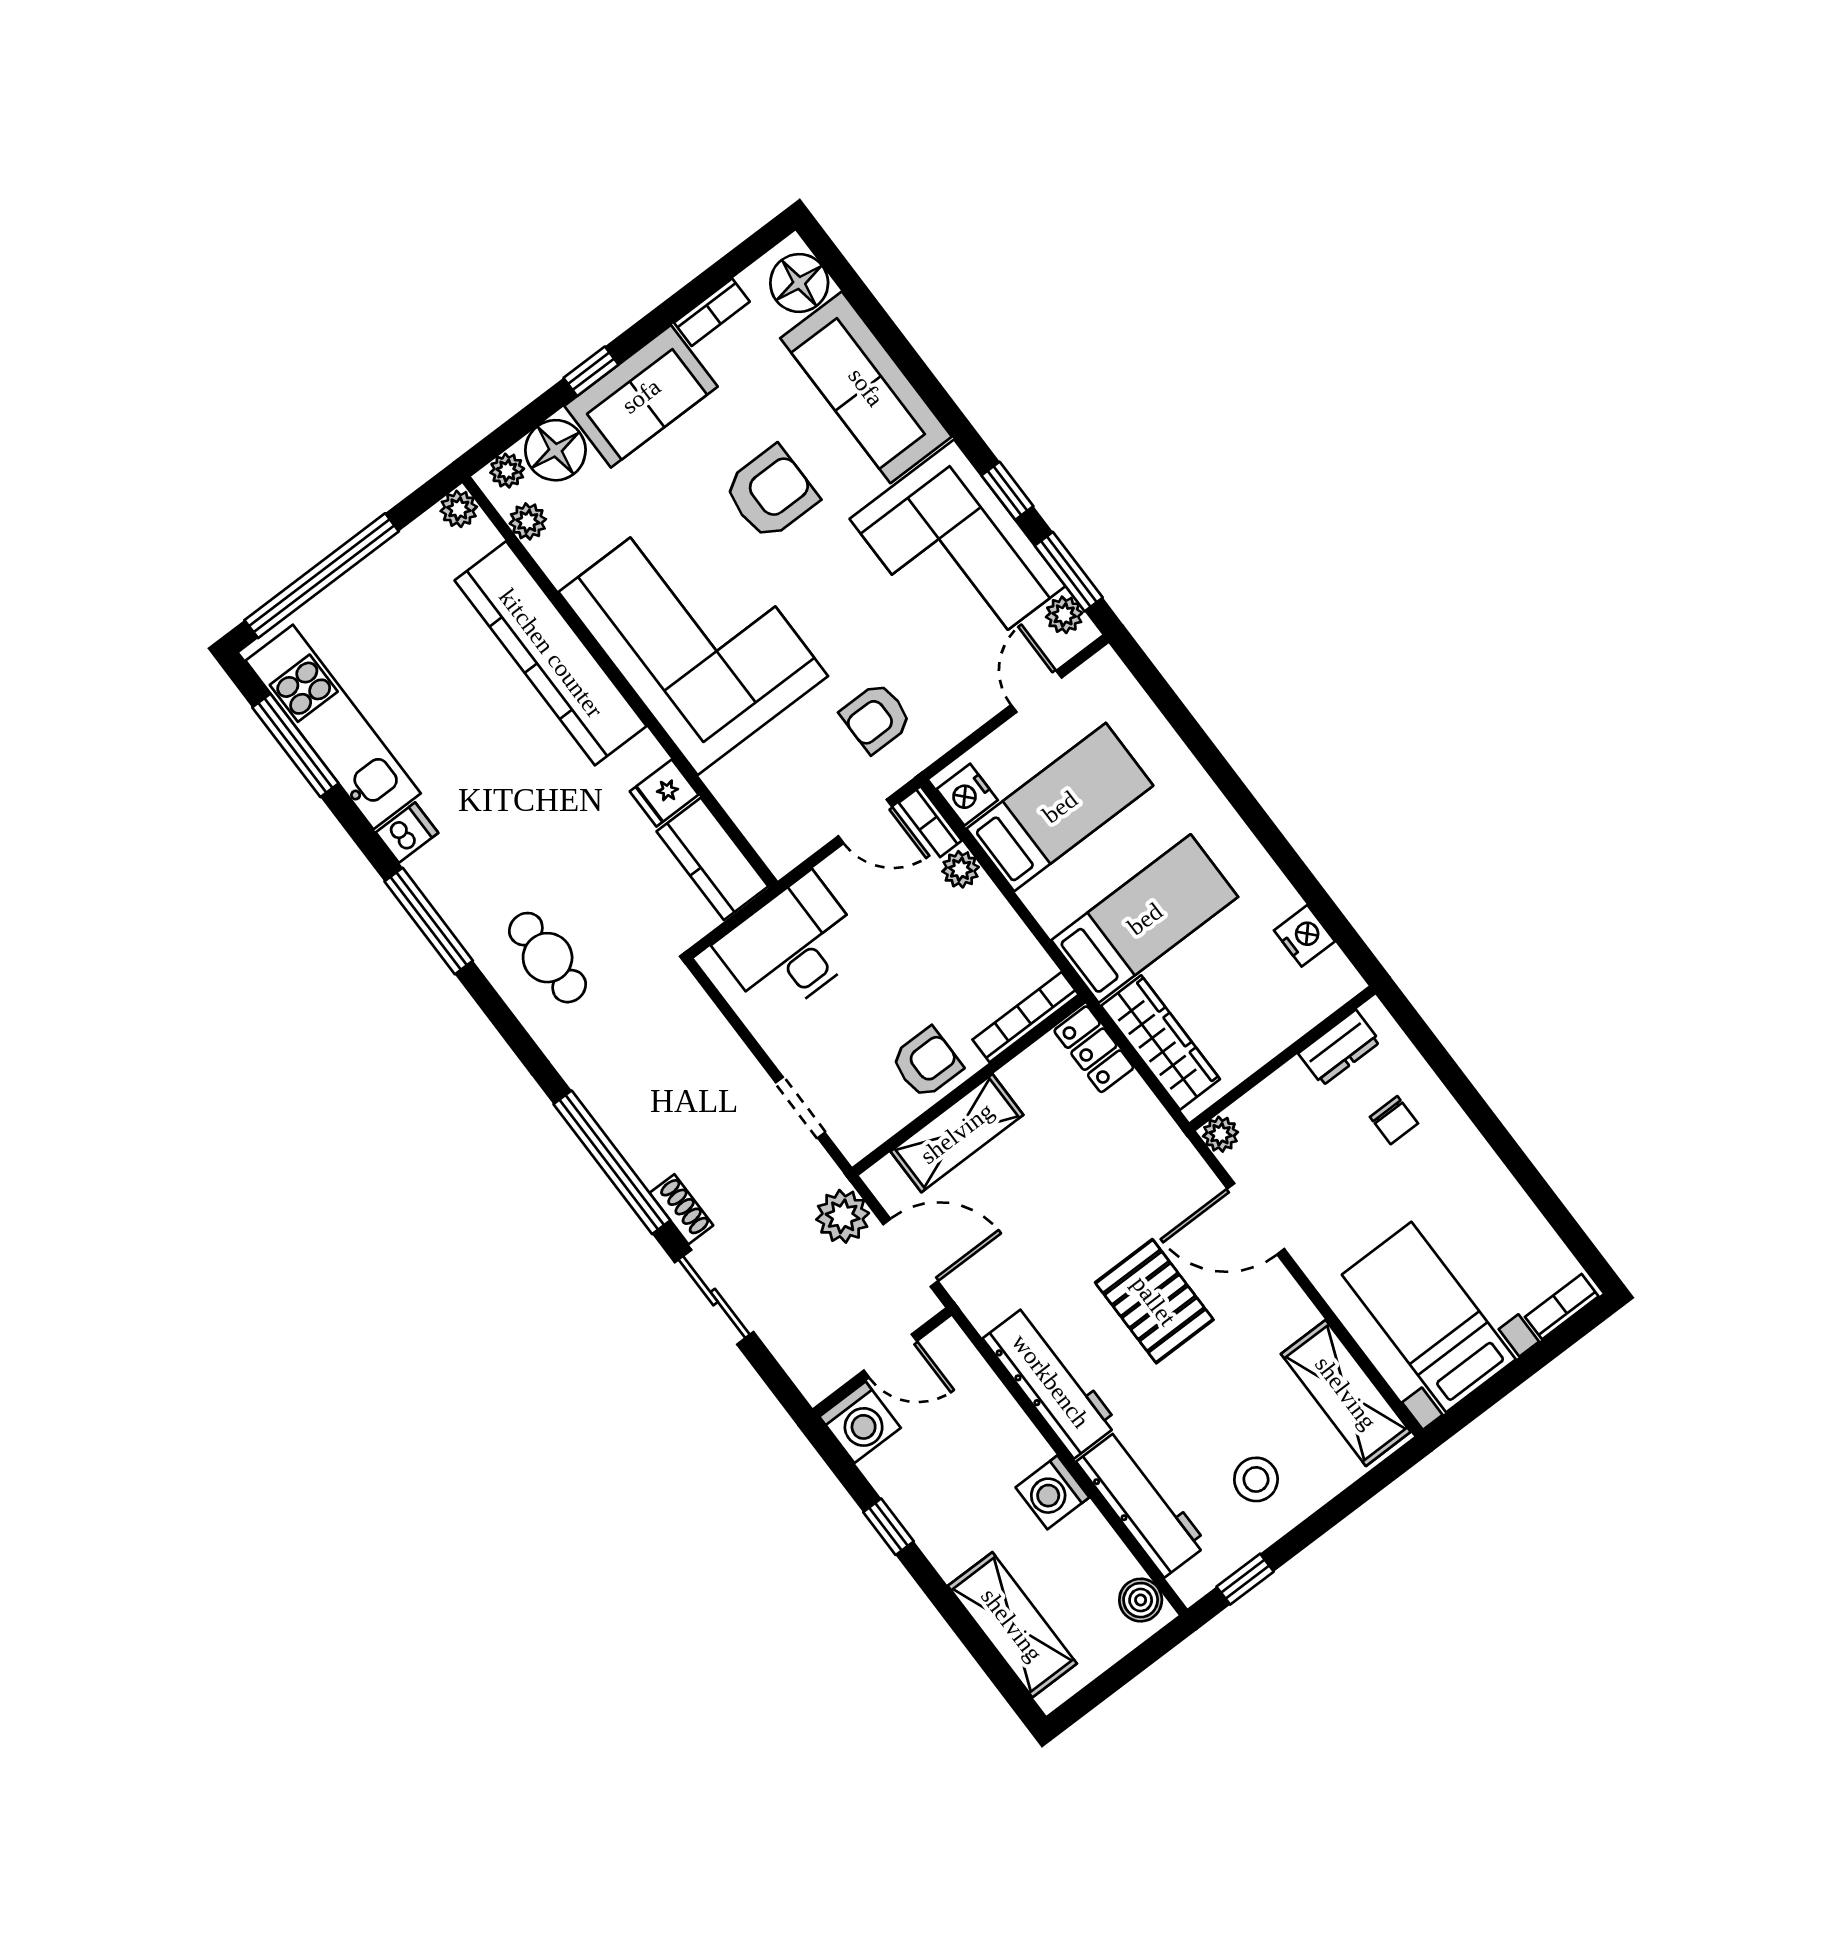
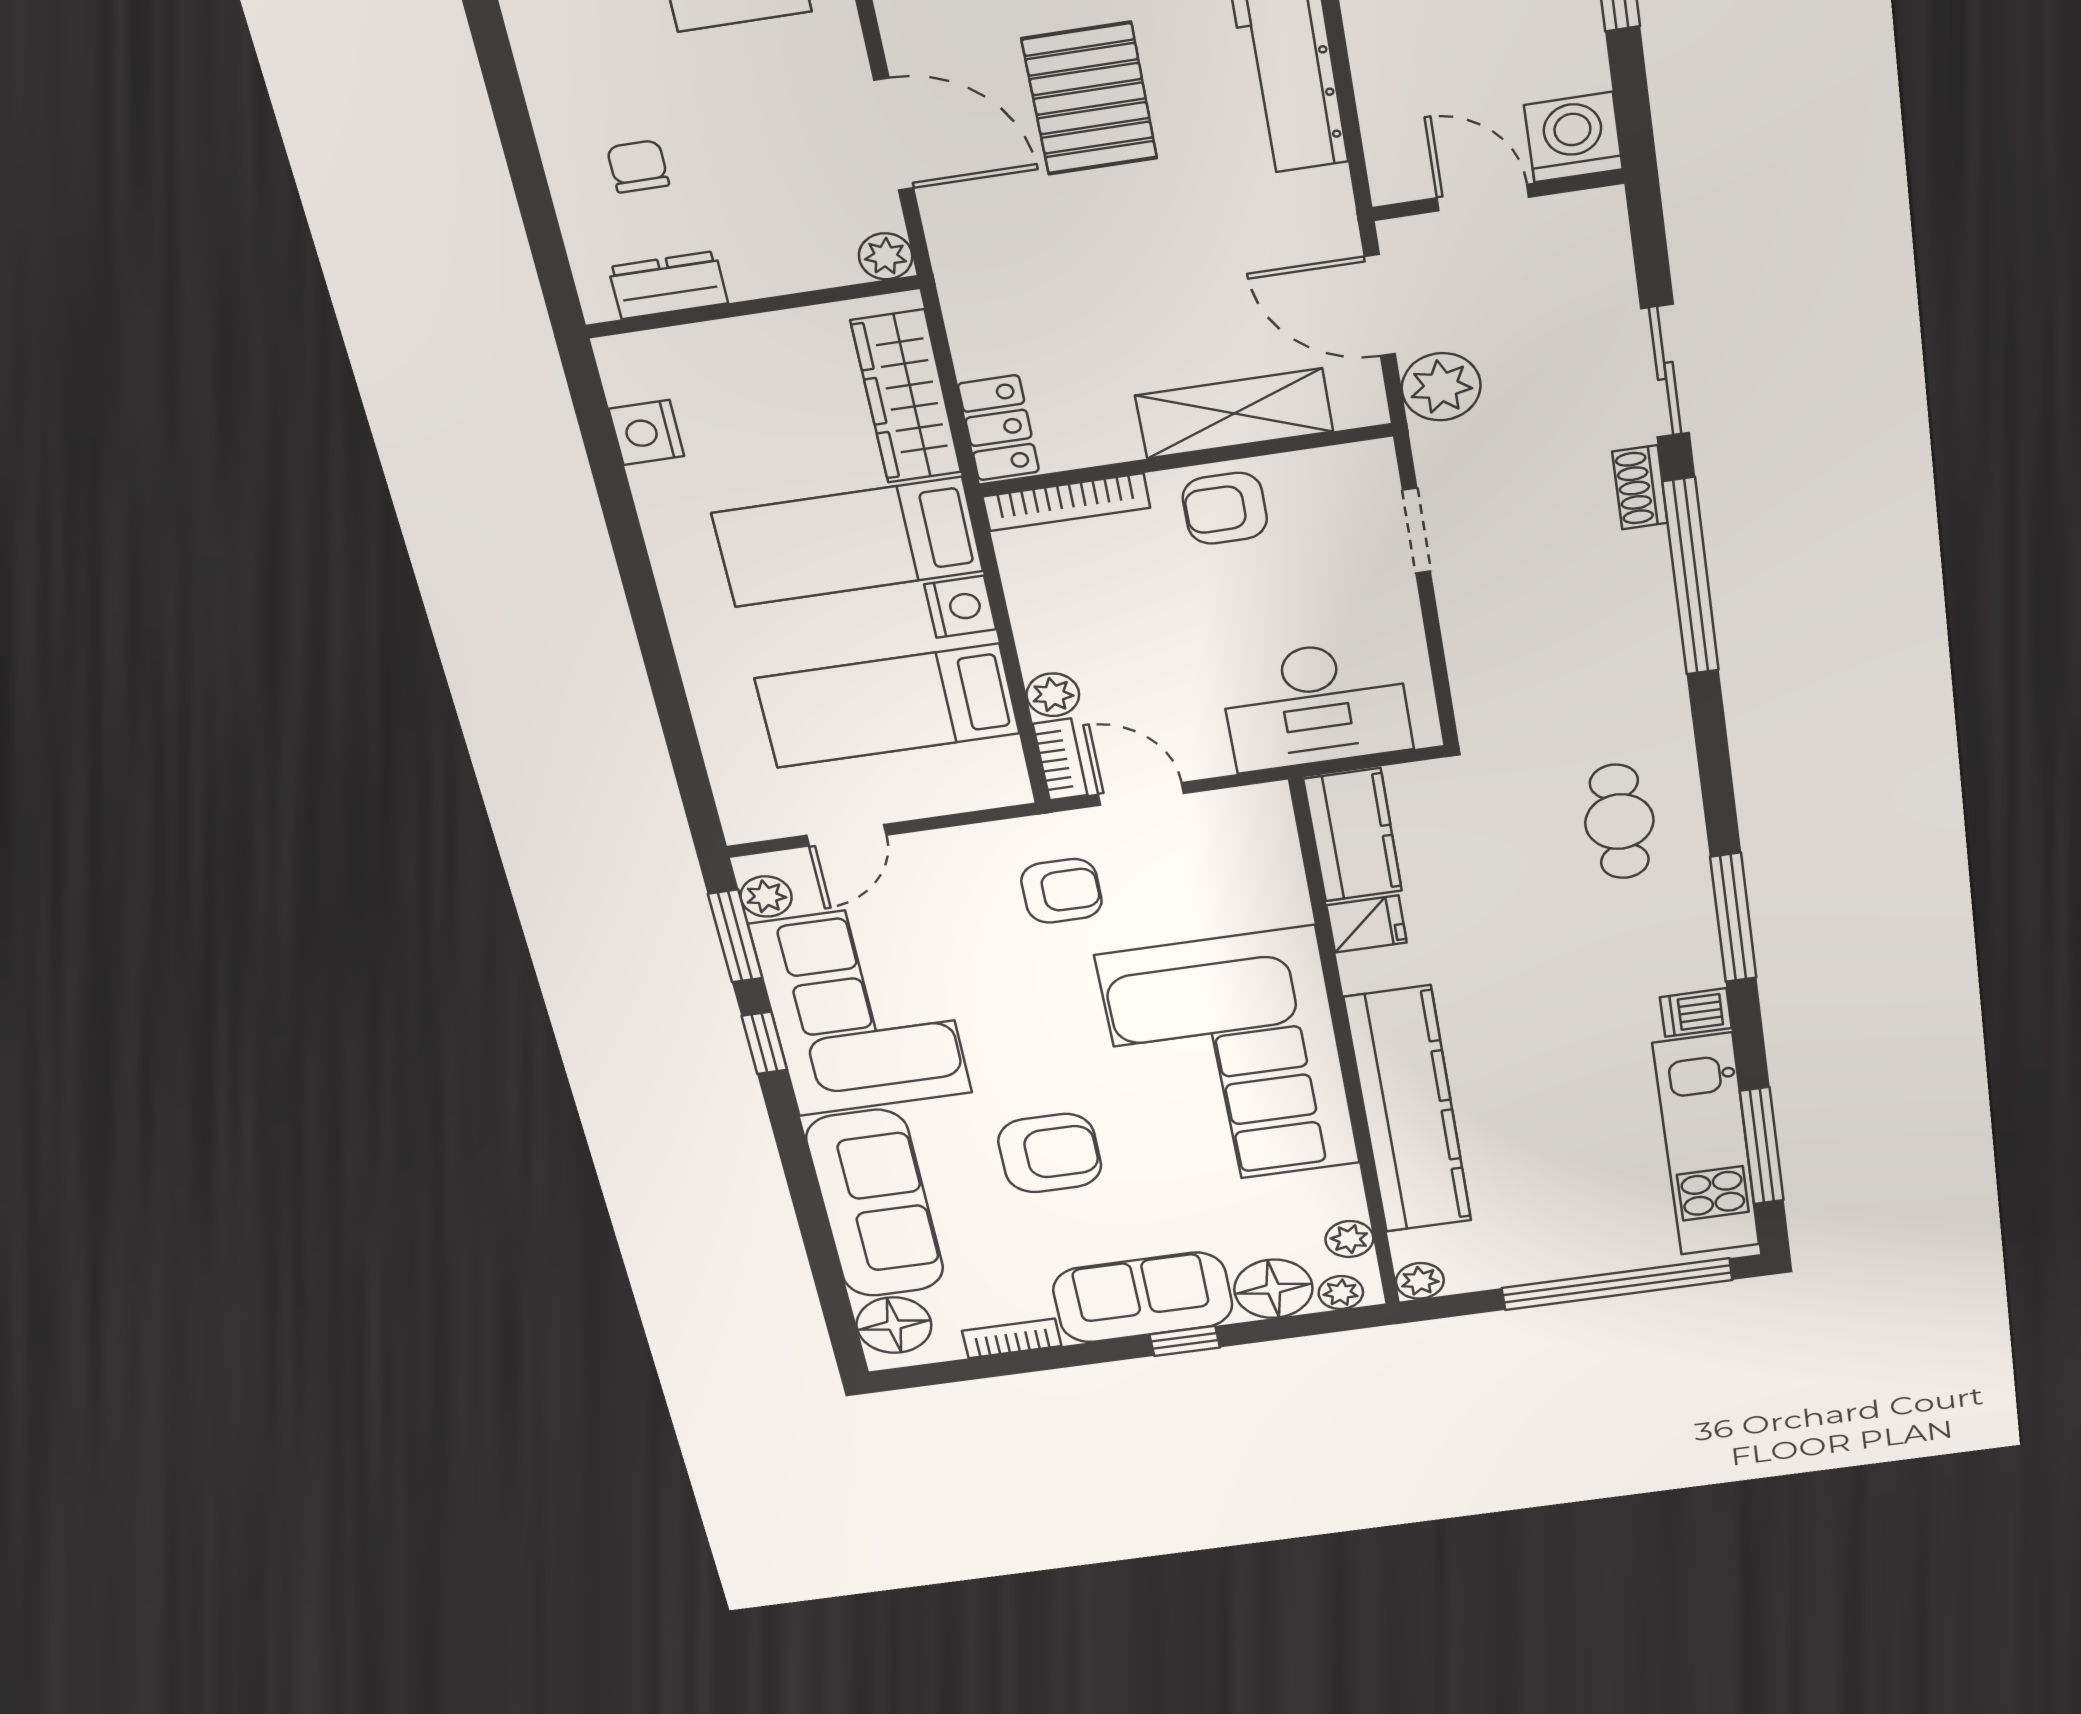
armchair: (771, 493) -> (1050, 1153), turned 180
nightstand: (967, 795) -> (960, 607), moved

